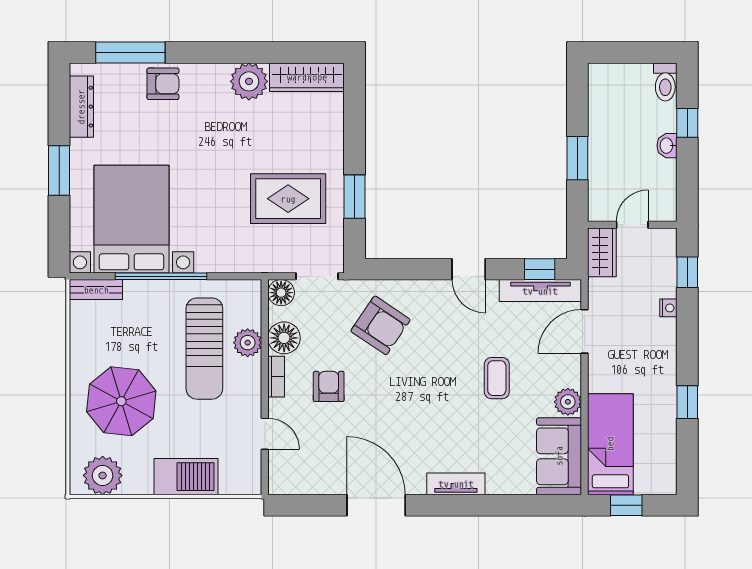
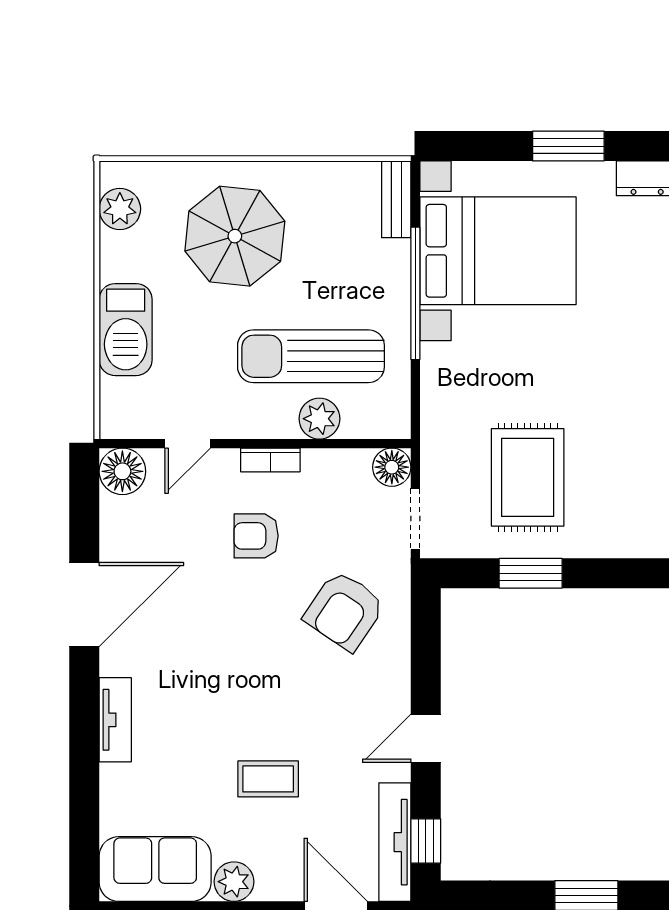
floor lamp: (284, 338) -> (122, 471), moved
armchair: (329, 386) -> (256, 536), turned 180
plant: (103, 475) -> (120, 209), width x0.73, depth x0.73

